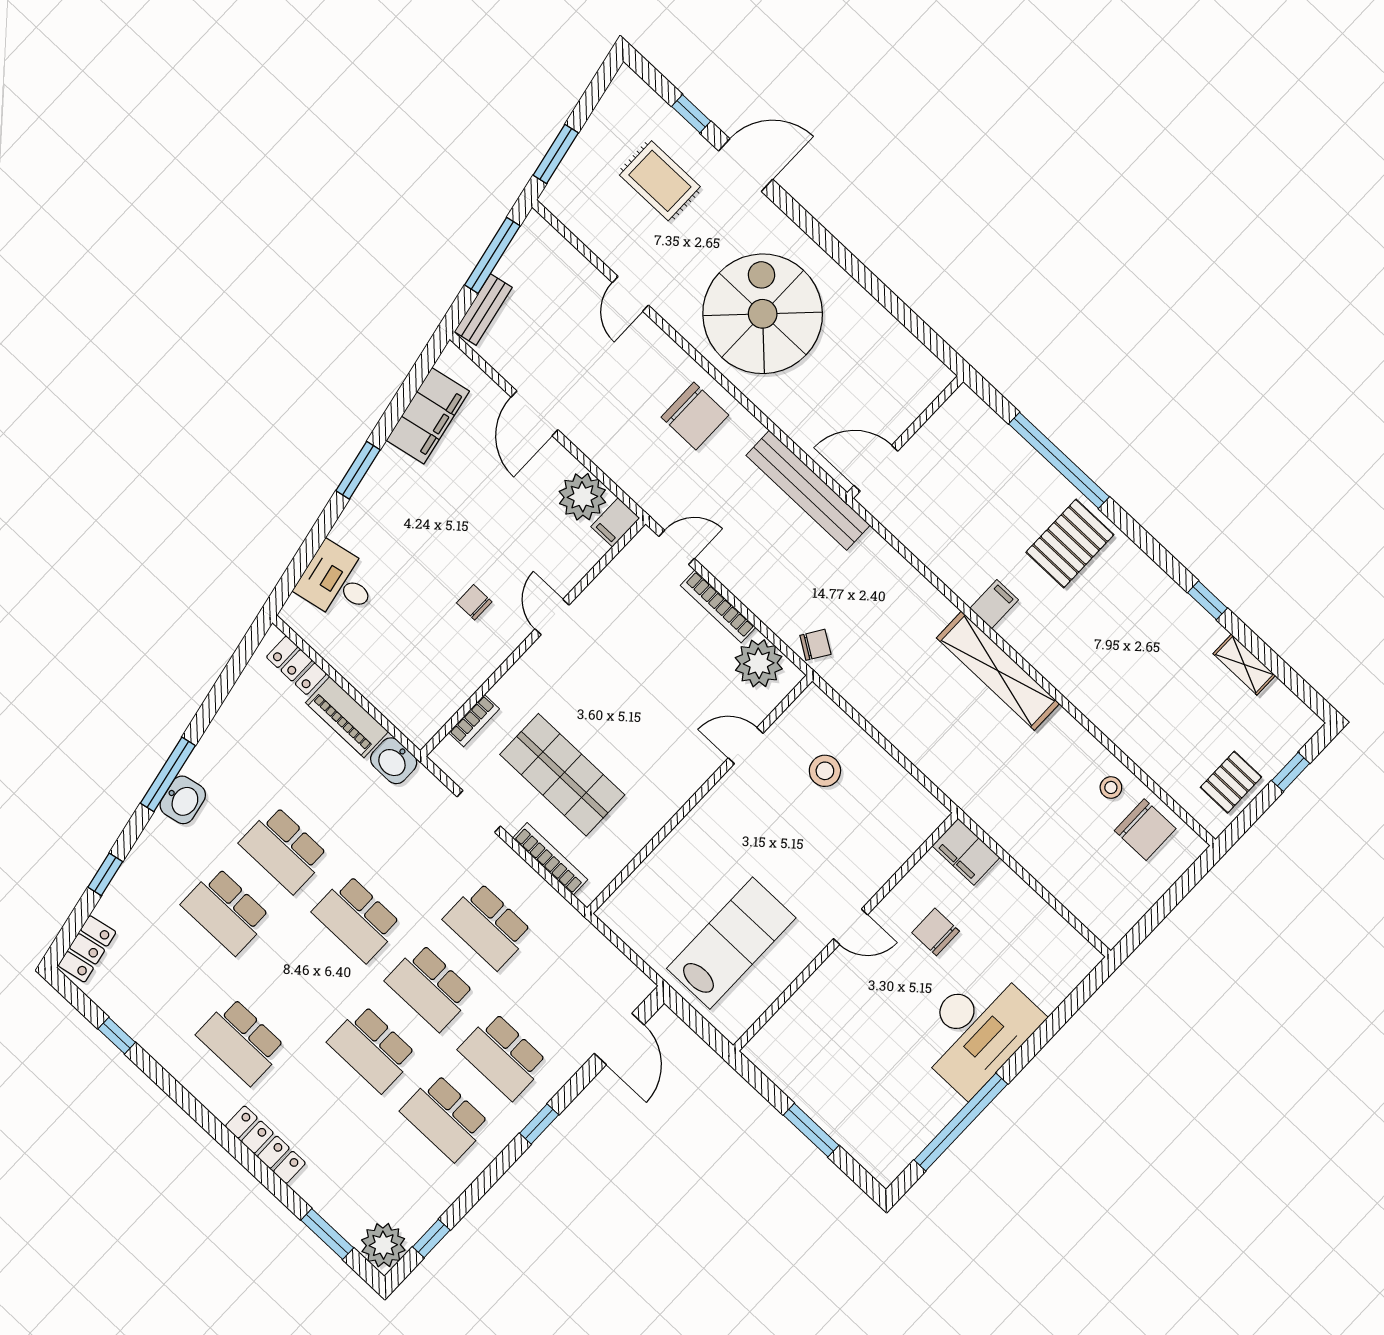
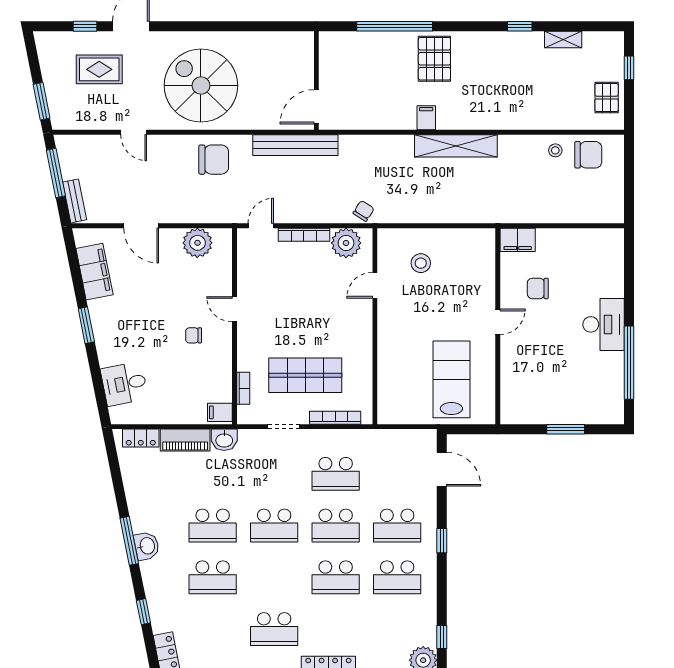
filing cabinet: (615, 522) -> (220, 412), moved, turned 90
desk: (977, 1030) -> (603, 324), width x0.73, depth x0.77

